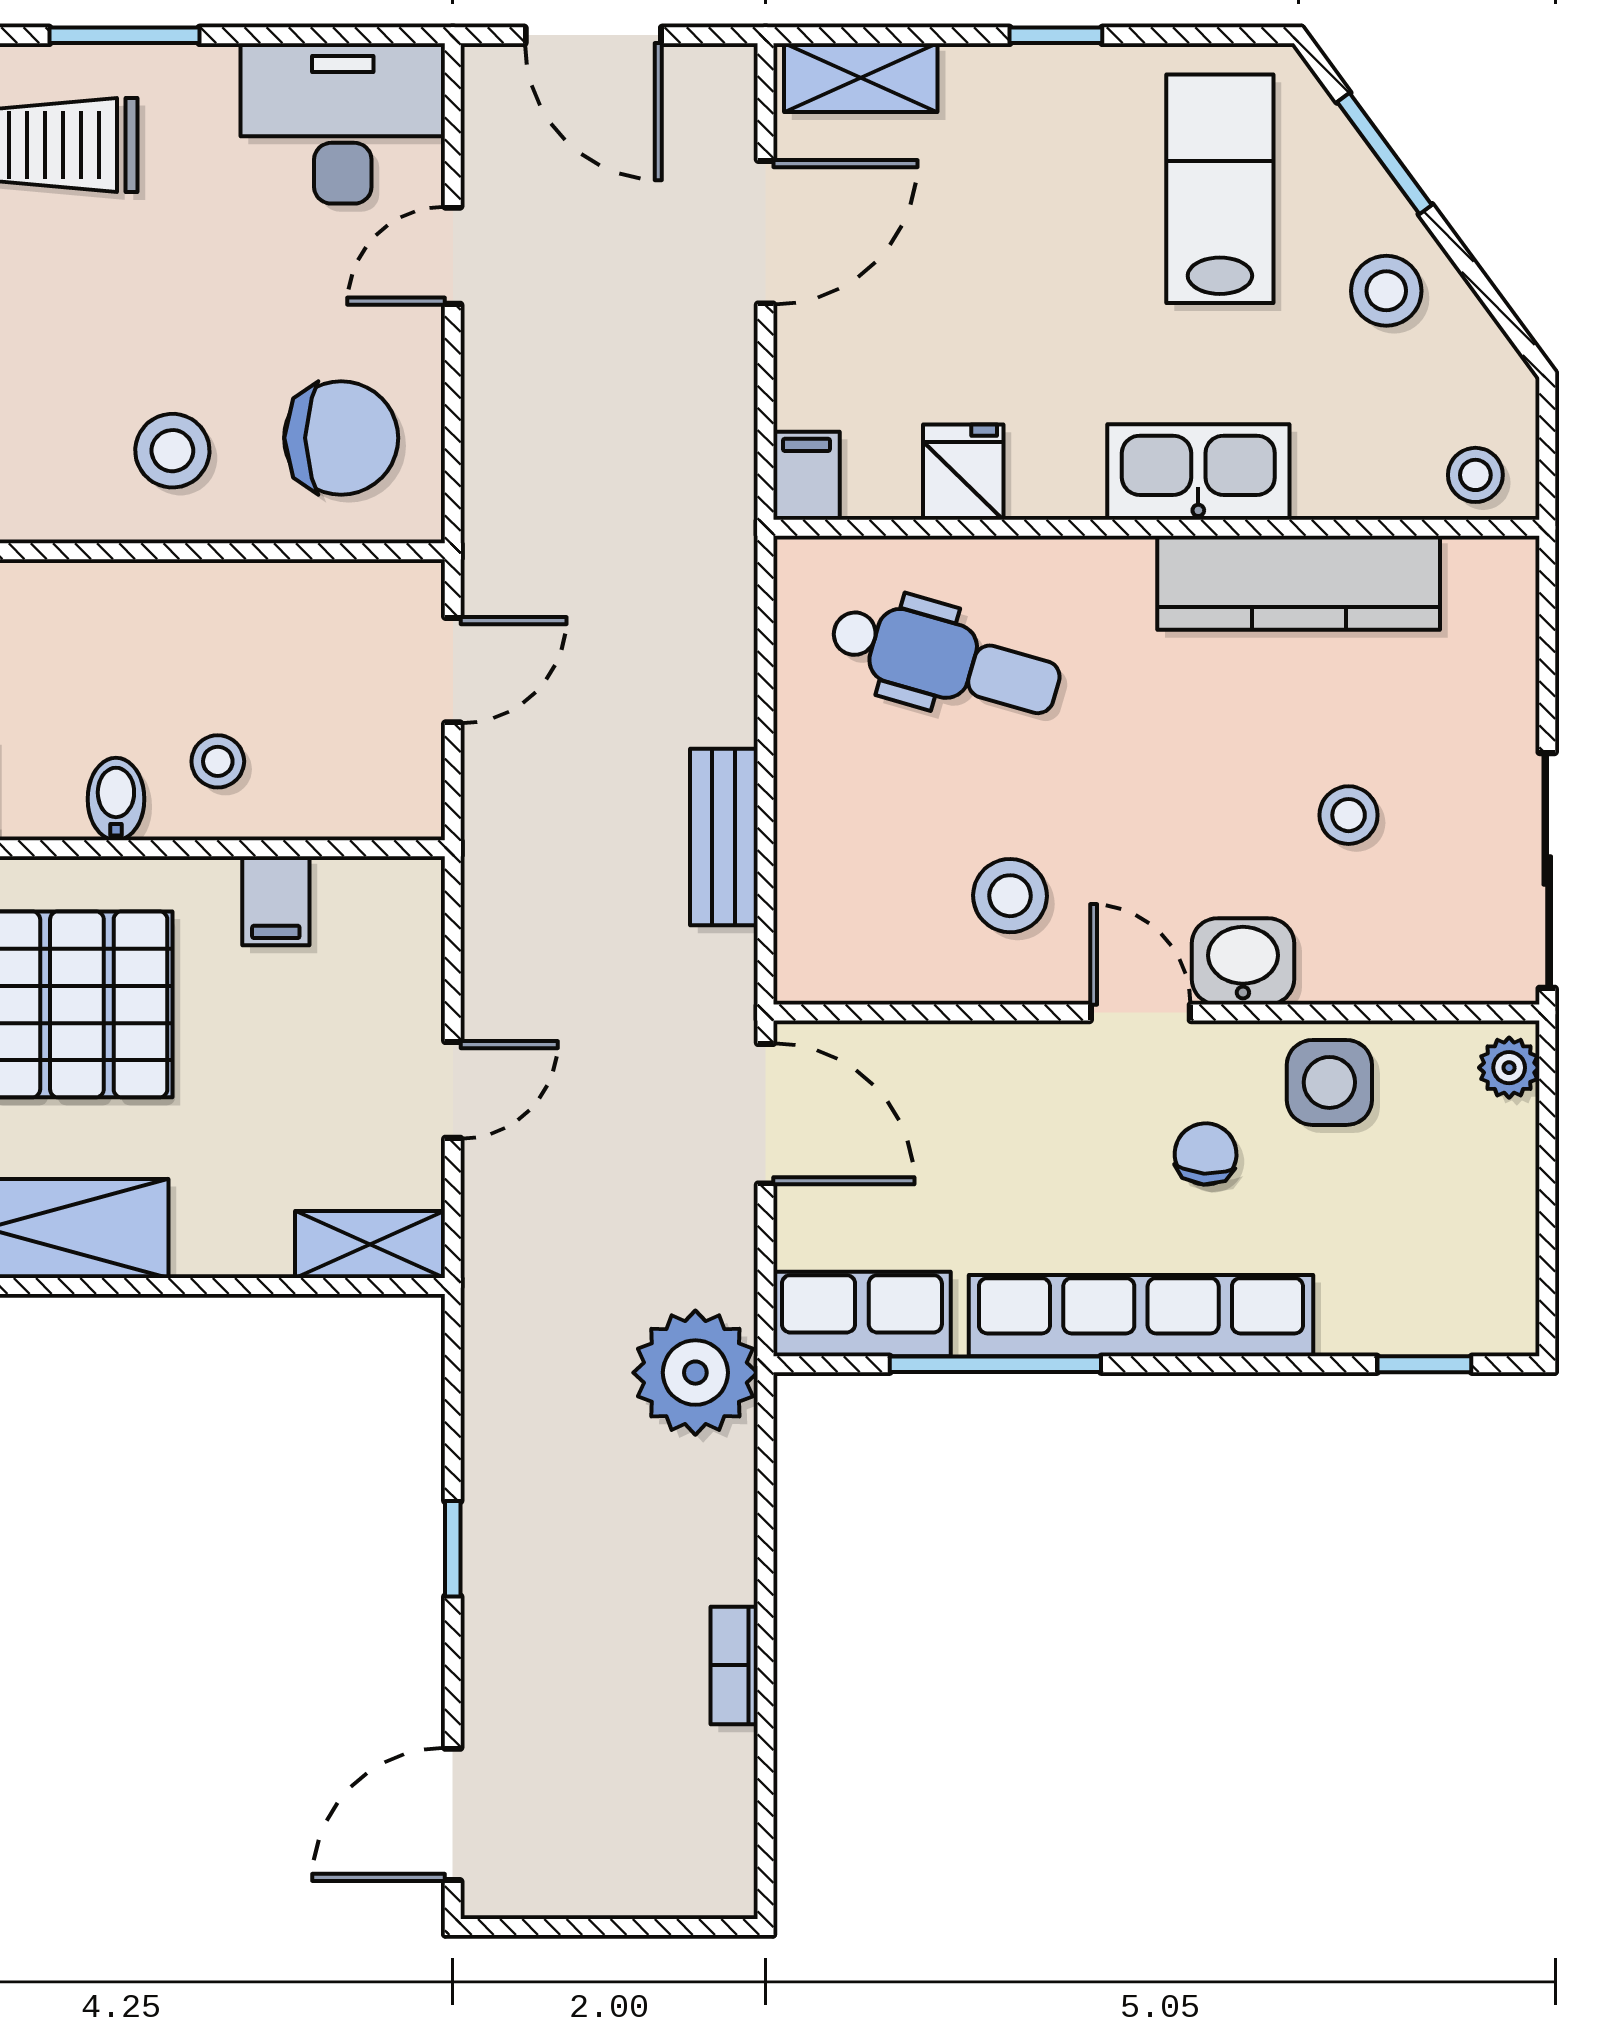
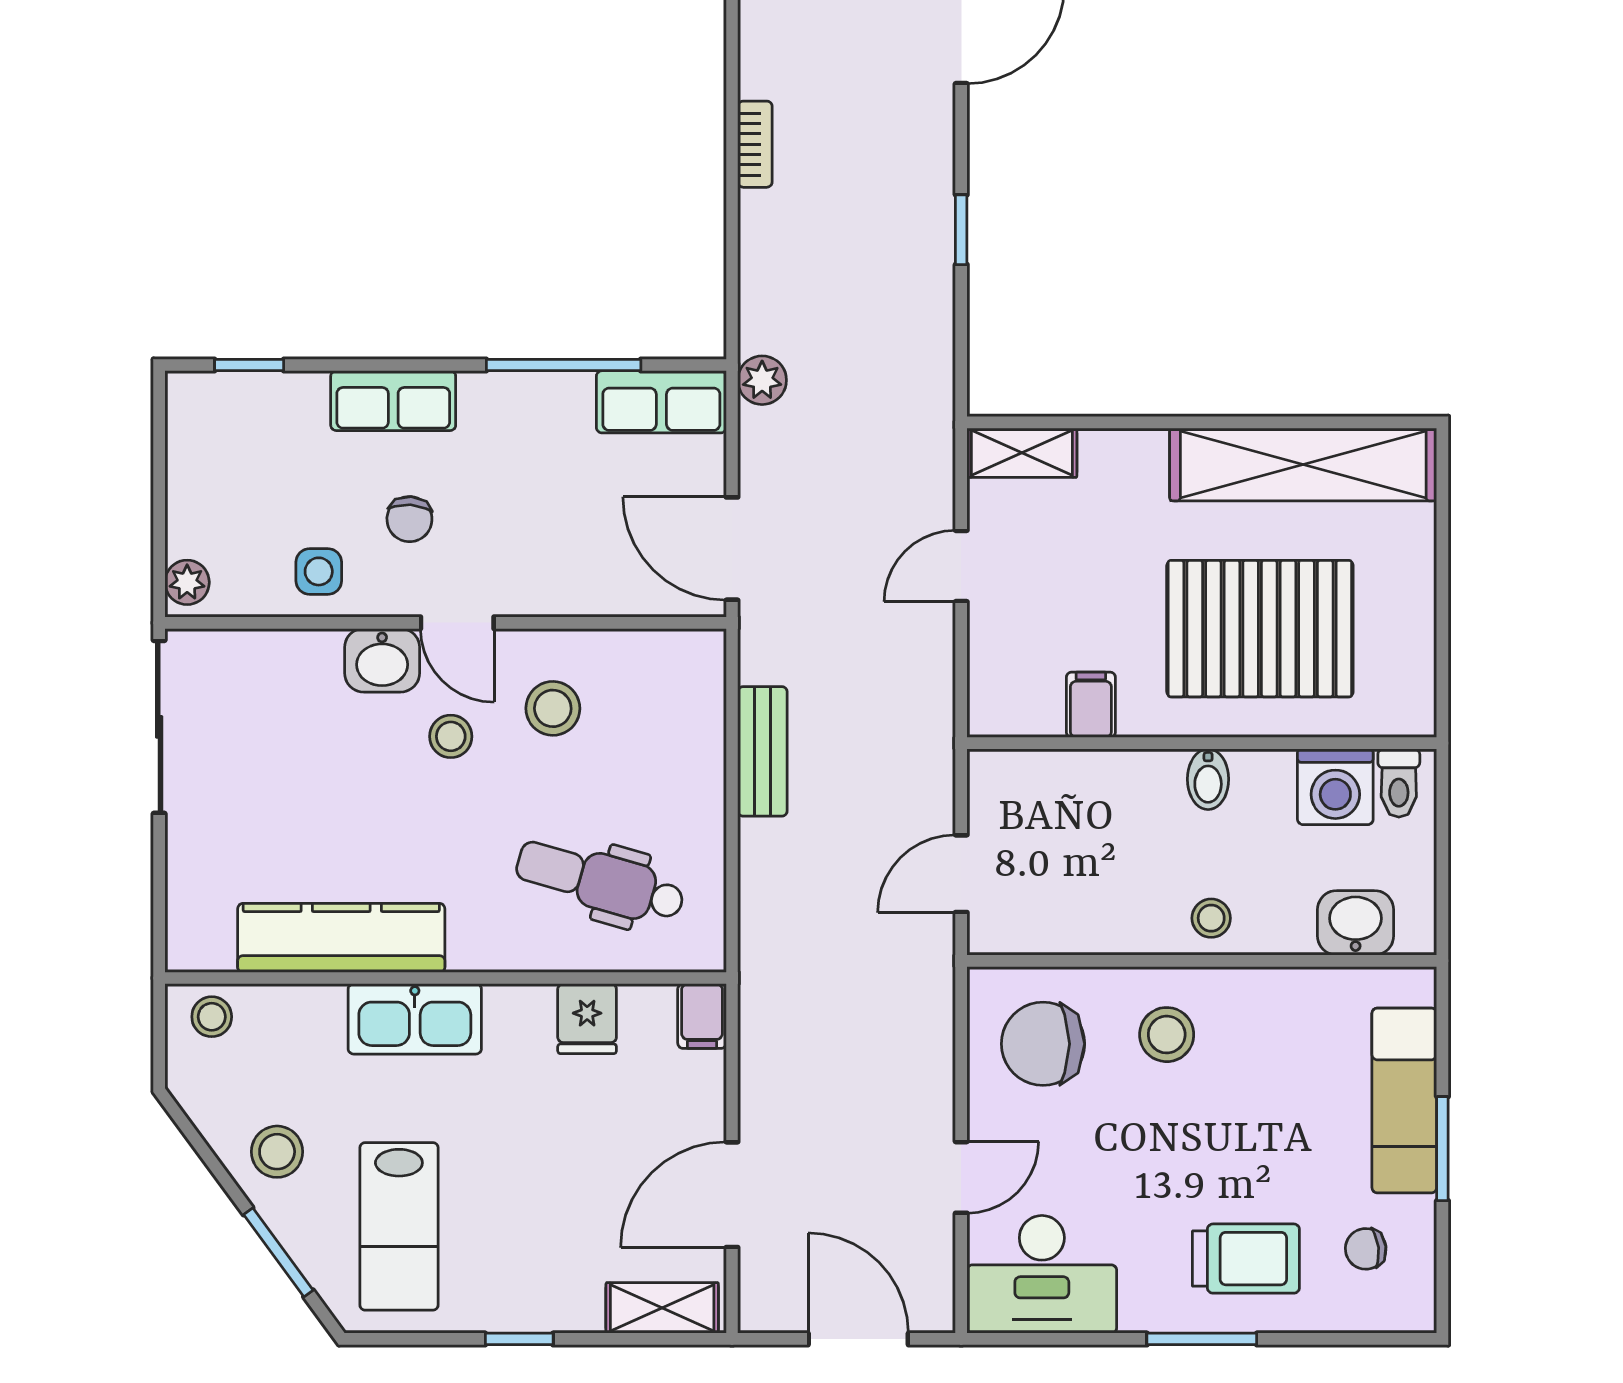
stool: (218, 761) -> (1211, 918), moved
stool: (1349, 815) -> (451, 736), moved
side table: (1329, 1082) -> (319, 571), width x0.73, depth x0.73
row of seats: (1141, 1316) -> (393, 401), width x0.50
plant: (695, 1373) -> (762, 380), width x0.53, depth x0.53

